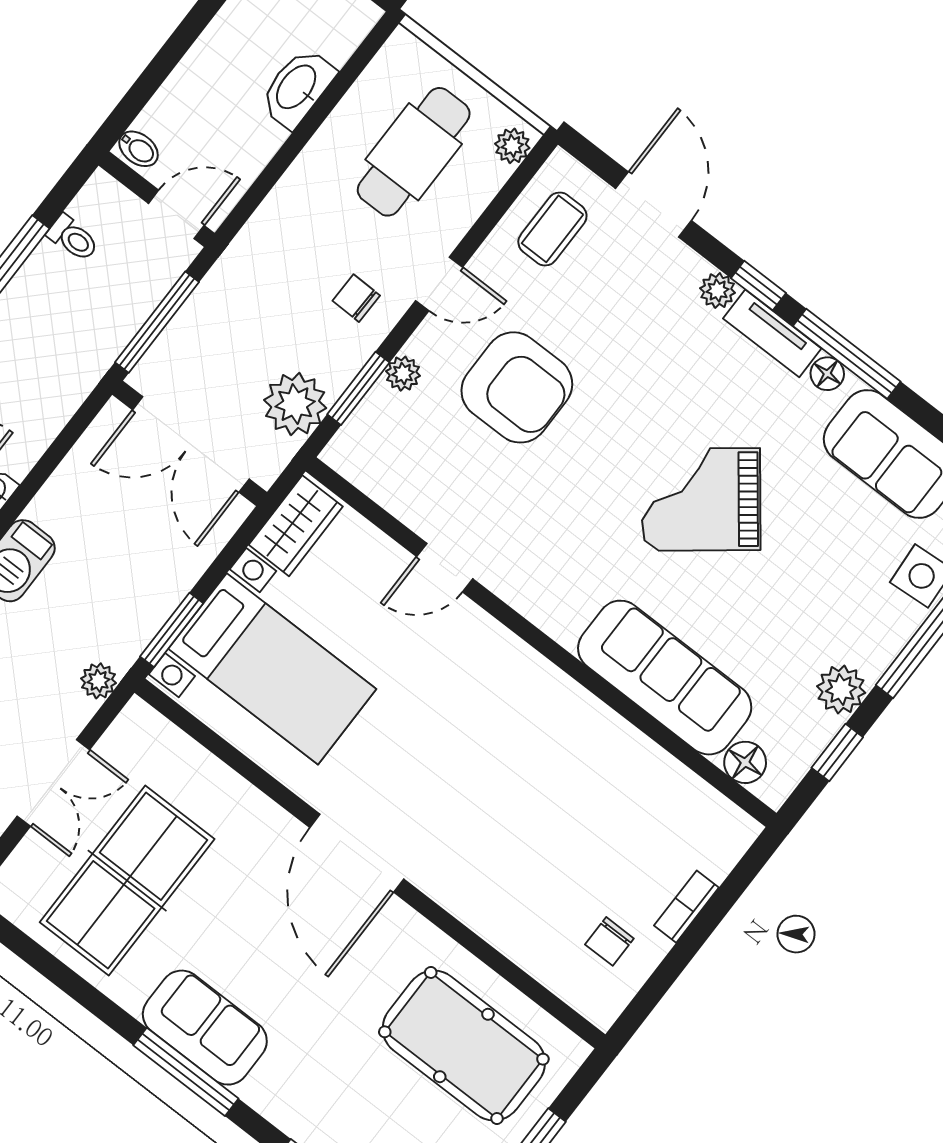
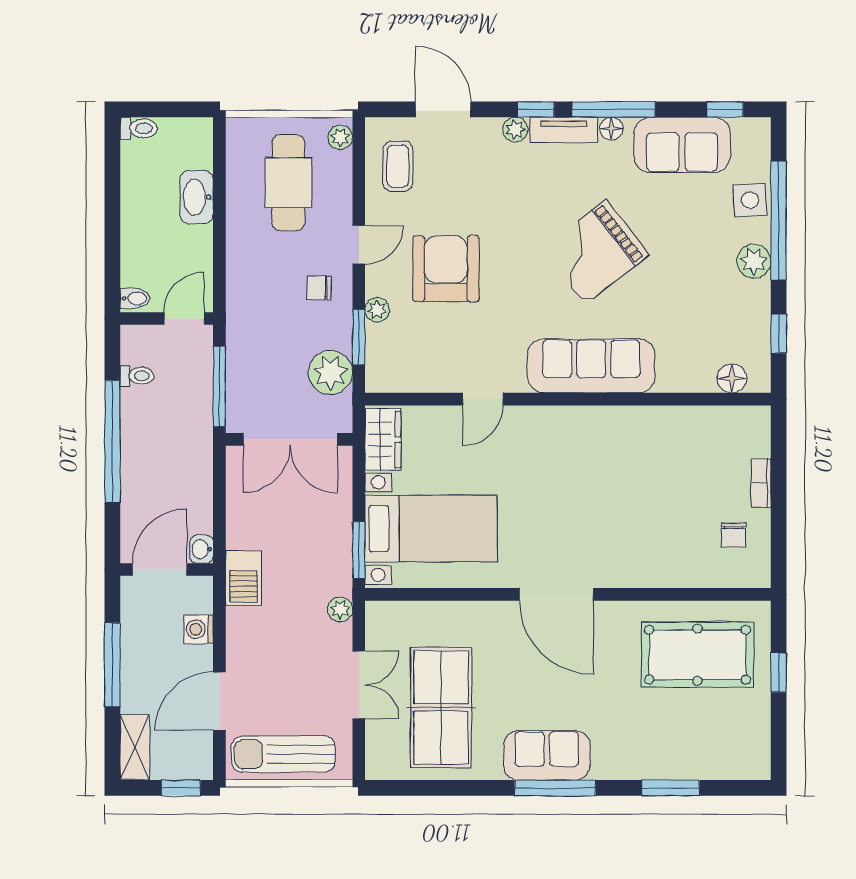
armchair: (517, 387) -> (446, 269), turned -90
sofa: (665, 678) -> (591, 366), moved
plant: (841, 689) -> (754, 261), moved

